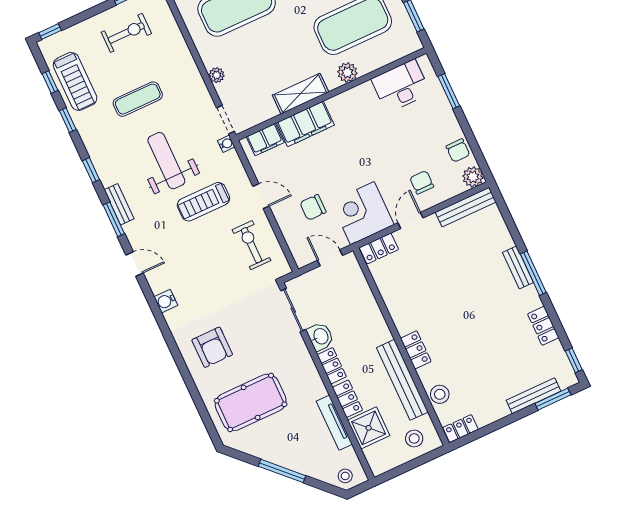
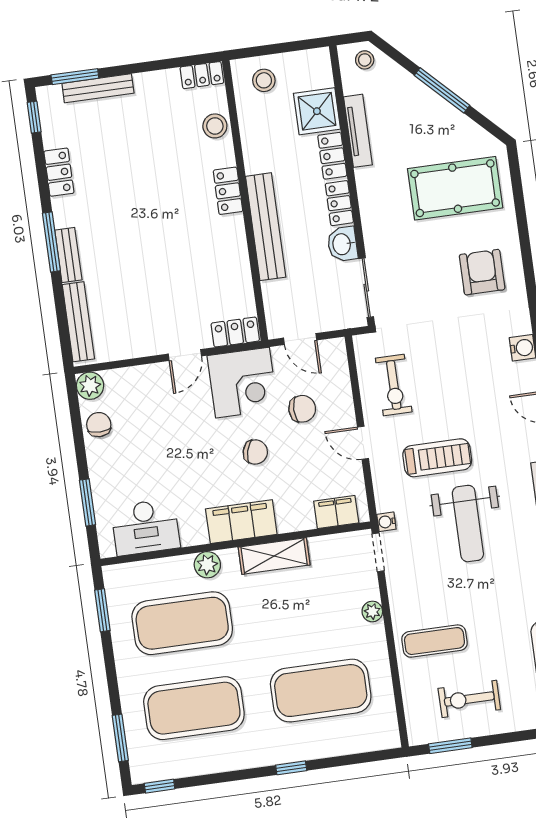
exercise mat: (138, 99) -> (434, 641), moved
filing cabinet: (305, 124) -> (241, 522), moved
chair: (422, 182) -> (255, 452), moved, turned -74
bench: (466, 207) -> (78, 322), moved, turned 90
bench: (402, 380) -> (266, 227), moved

